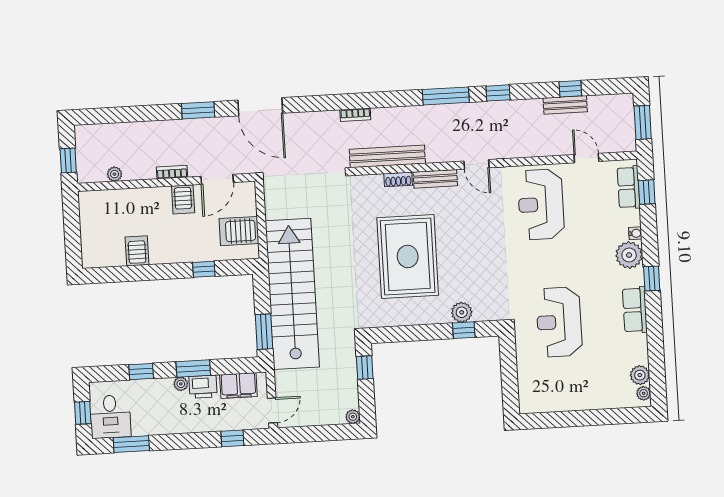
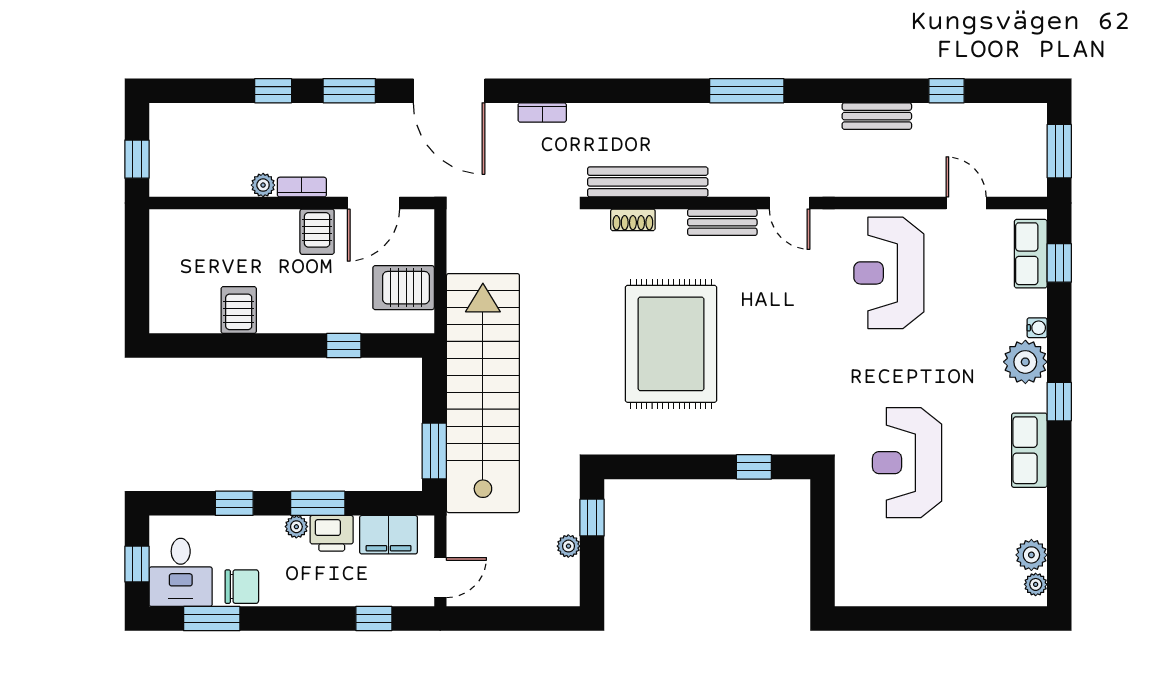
window: (498, 93) -> (273, 91), moved
bench: (565, 105) -> (877, 116), moved
bookcase: (355, 115) -> (542, 113), moved
plant: (115, 174) -> (263, 185), moved
shoe rack: (398, 179) -> (633, 220), moved
plant: (462, 312) -> (752, 438), removed
plant: (353, 417) -> (568, 546), moved
chair: (149, 423) -> (242, 587), added

